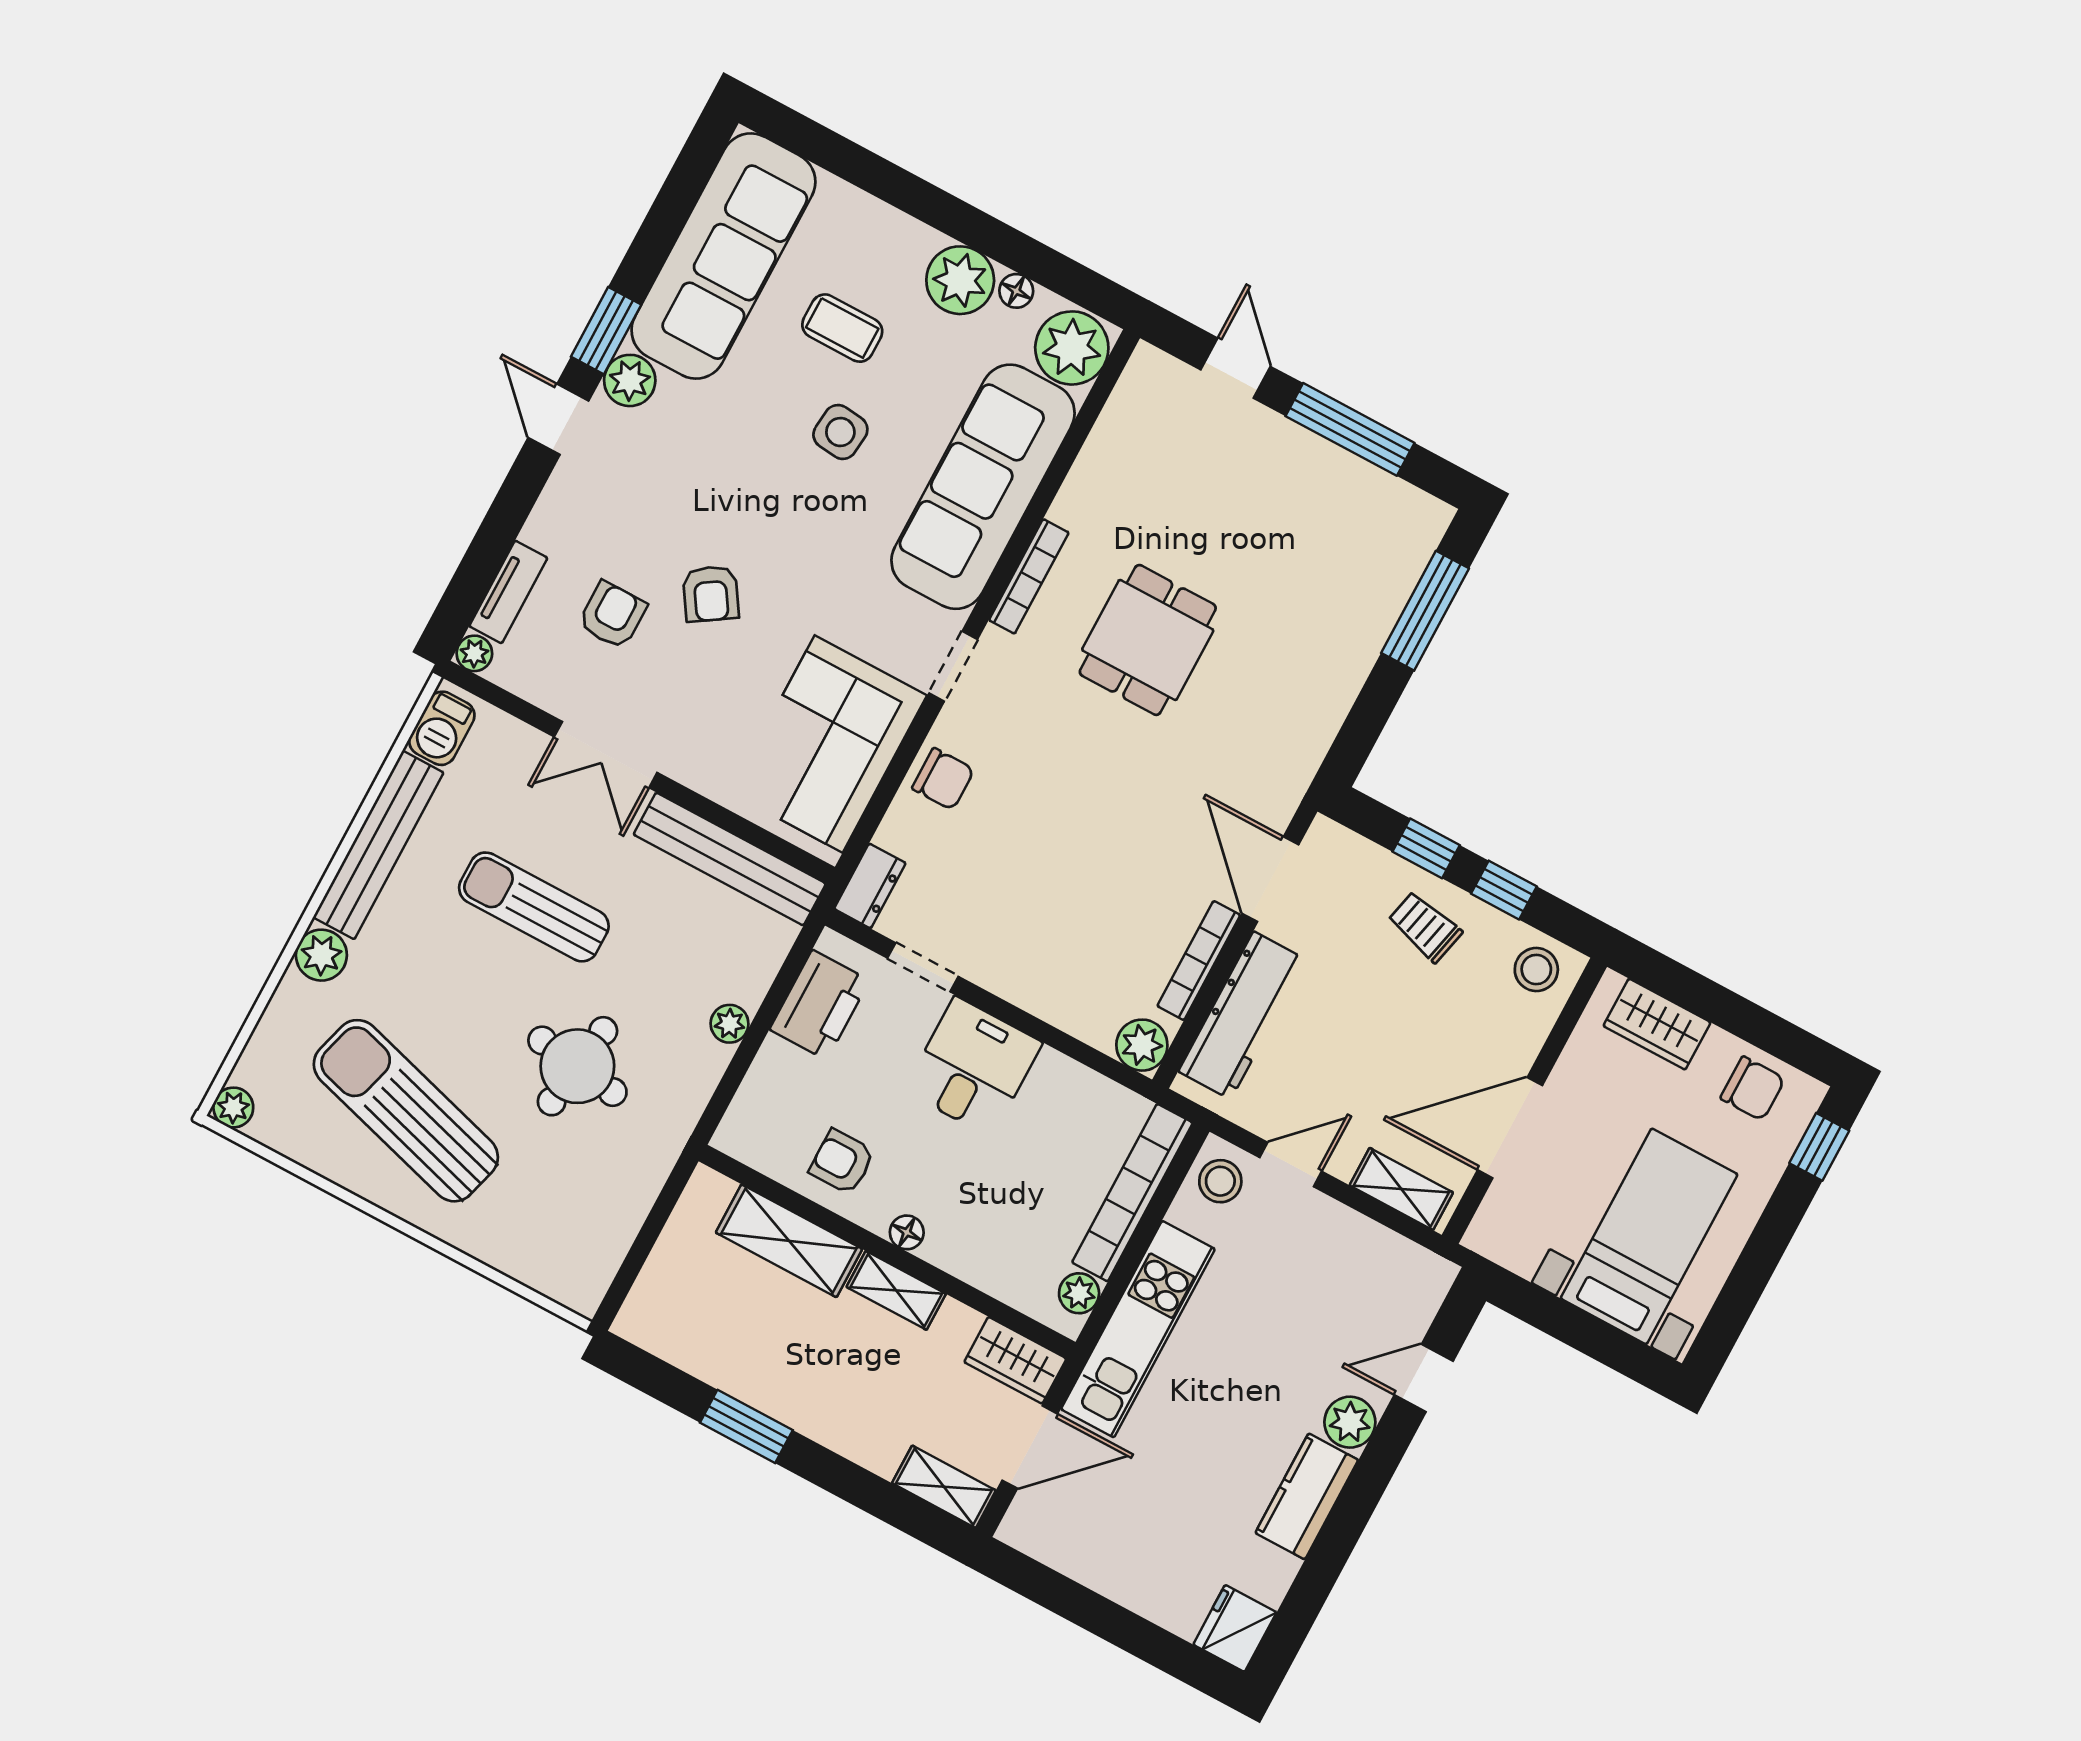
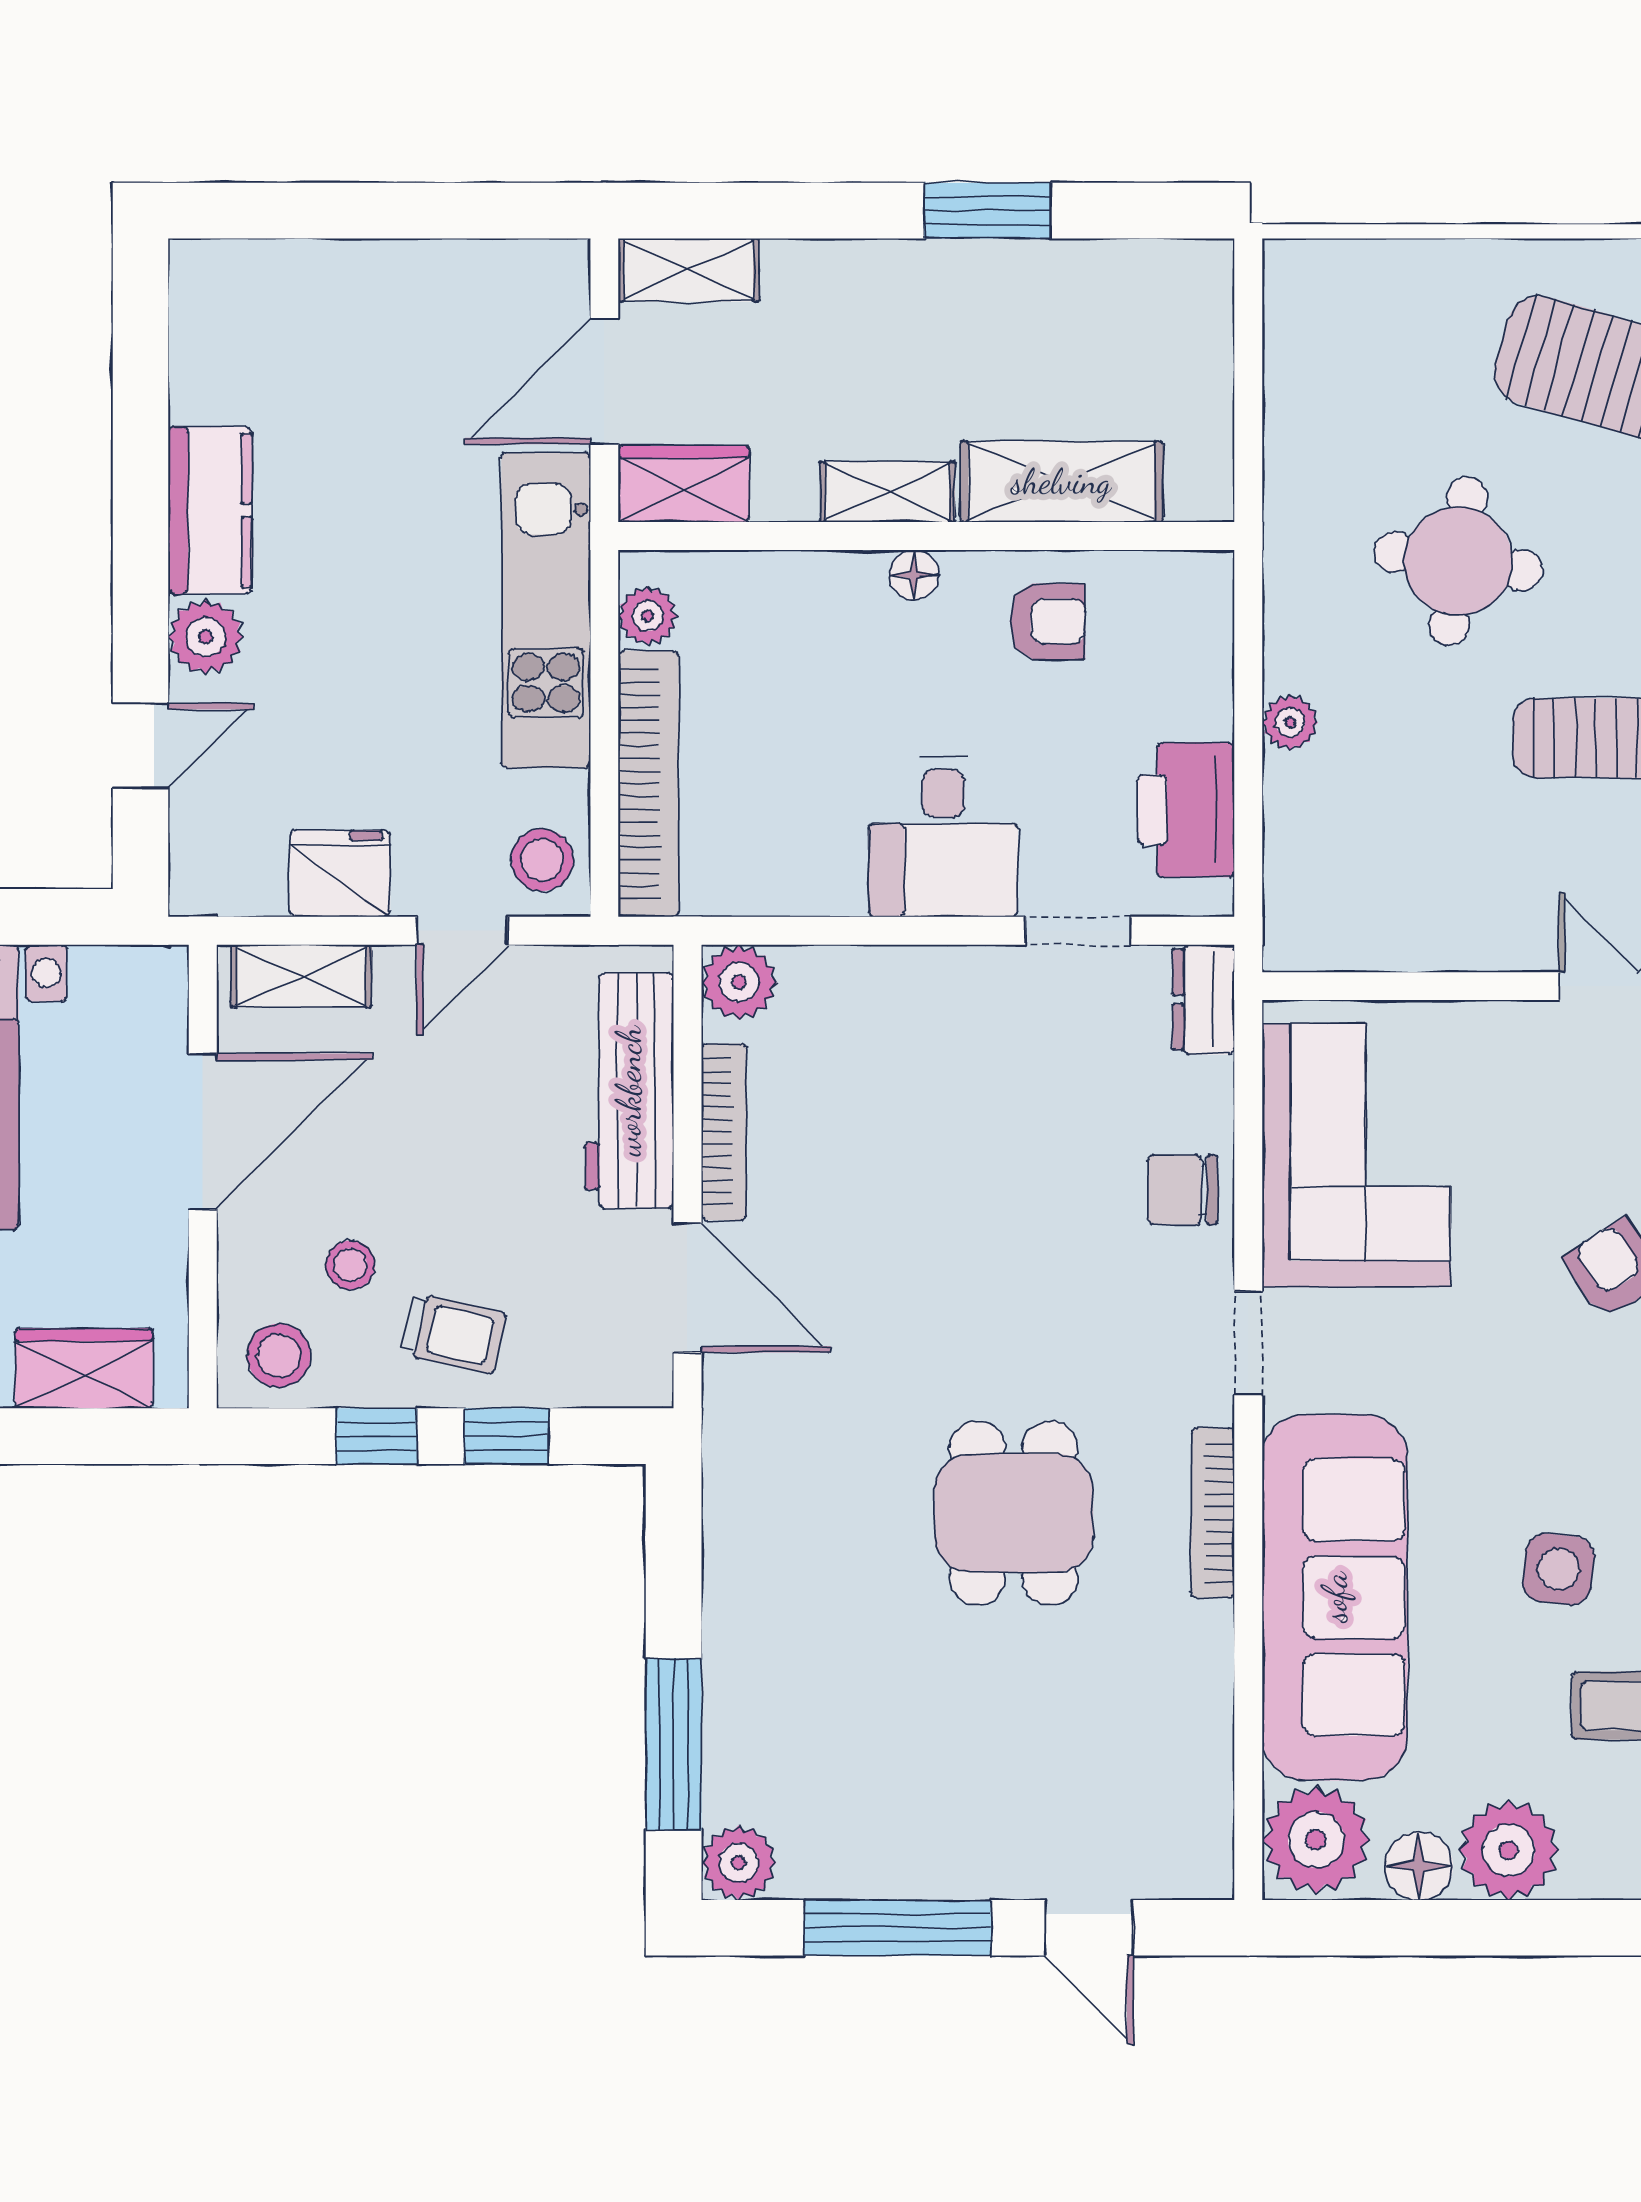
floor lamp: (1016, 291) -> (1419, 1866), width x1.37, depth x1.37
plant: (1424, 519) -> (739, 1863), added
bench: (730, 859) -> (1405, 937), removed
stool: (1465, 1001) -> (350, 1265), added
fridge: (1235, 1628) -> (340, 874), moved, turned -90

